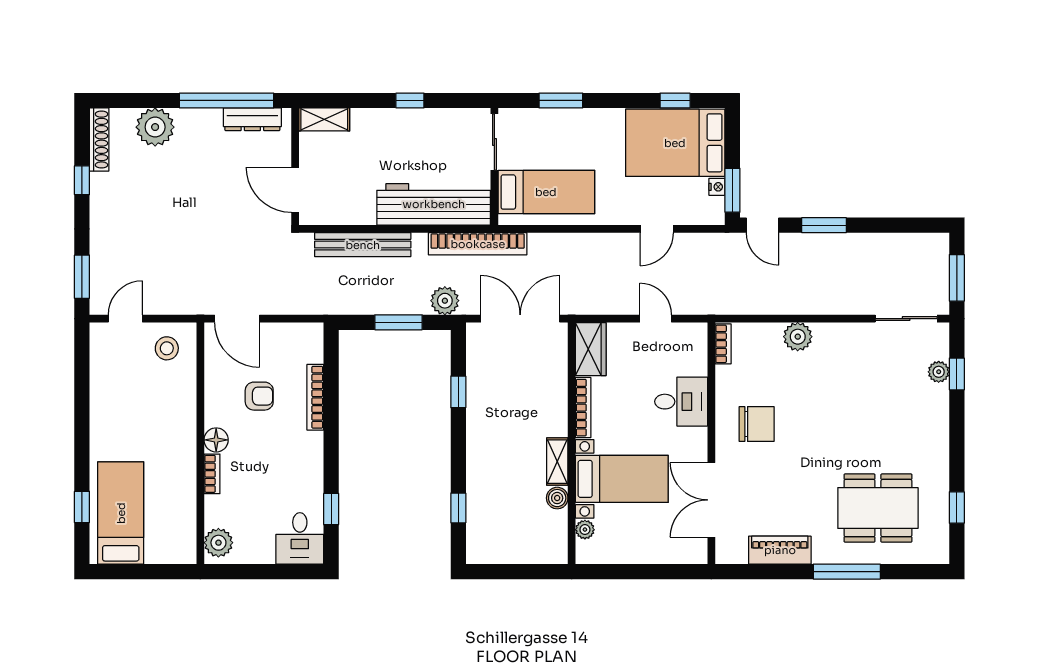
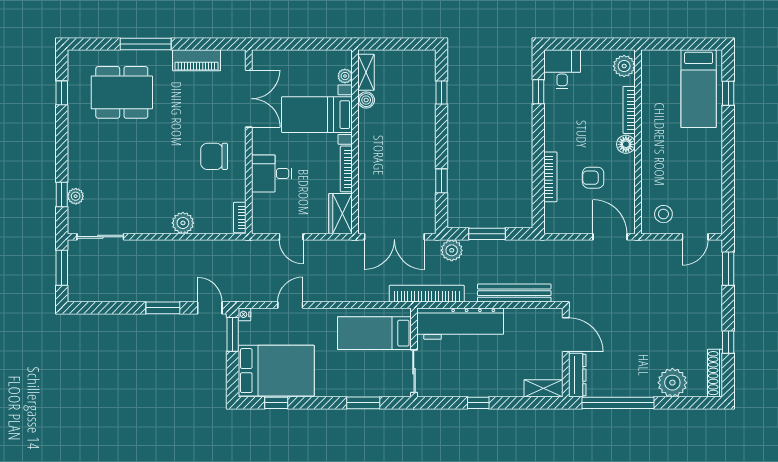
dresser: (252, 119) -> (577, 375), moved, turned 90
nightstand: (717, 187) -> (244, 314), moved
shelving: (557, 462) -> (366, 72), moved
bookcase: (212, 474) -> (629, 110), width x1.56

